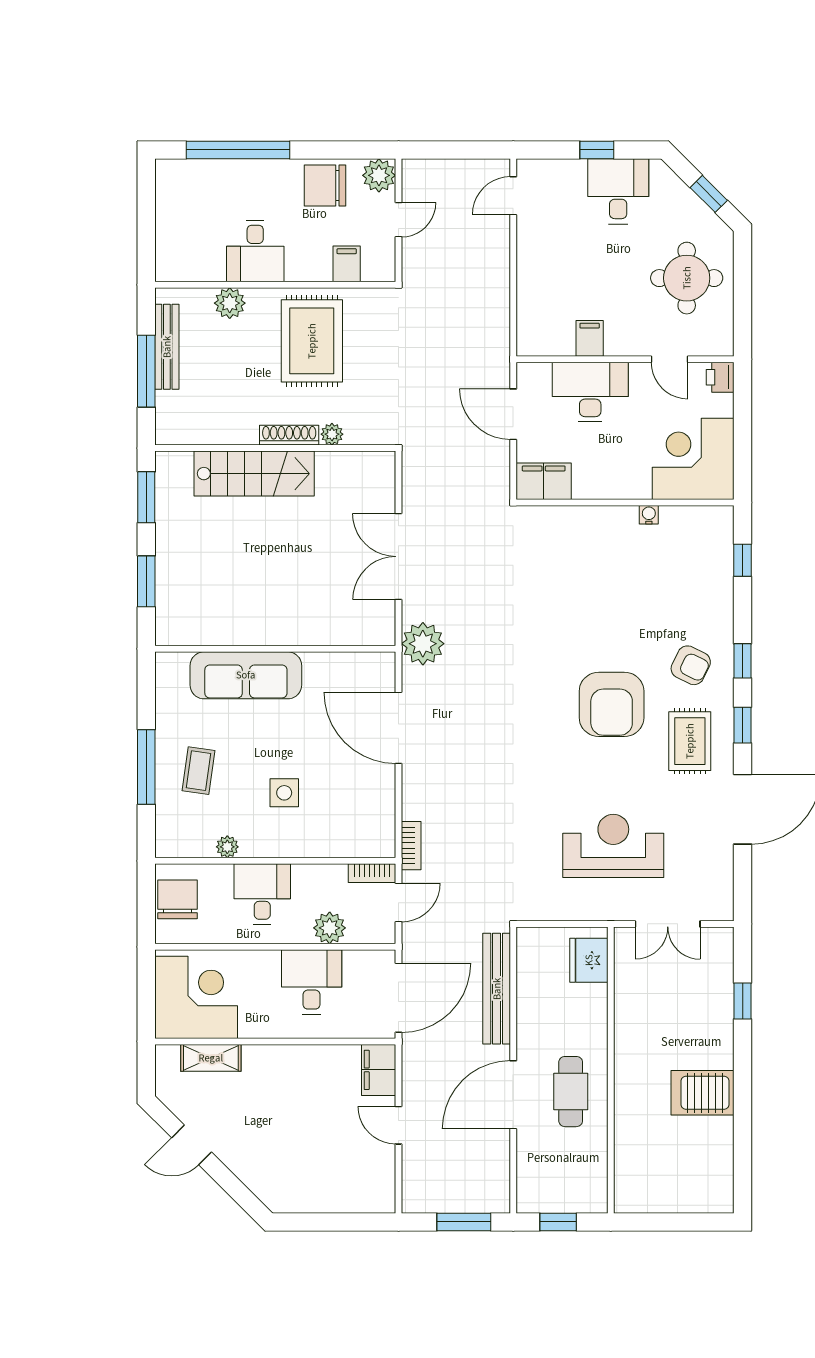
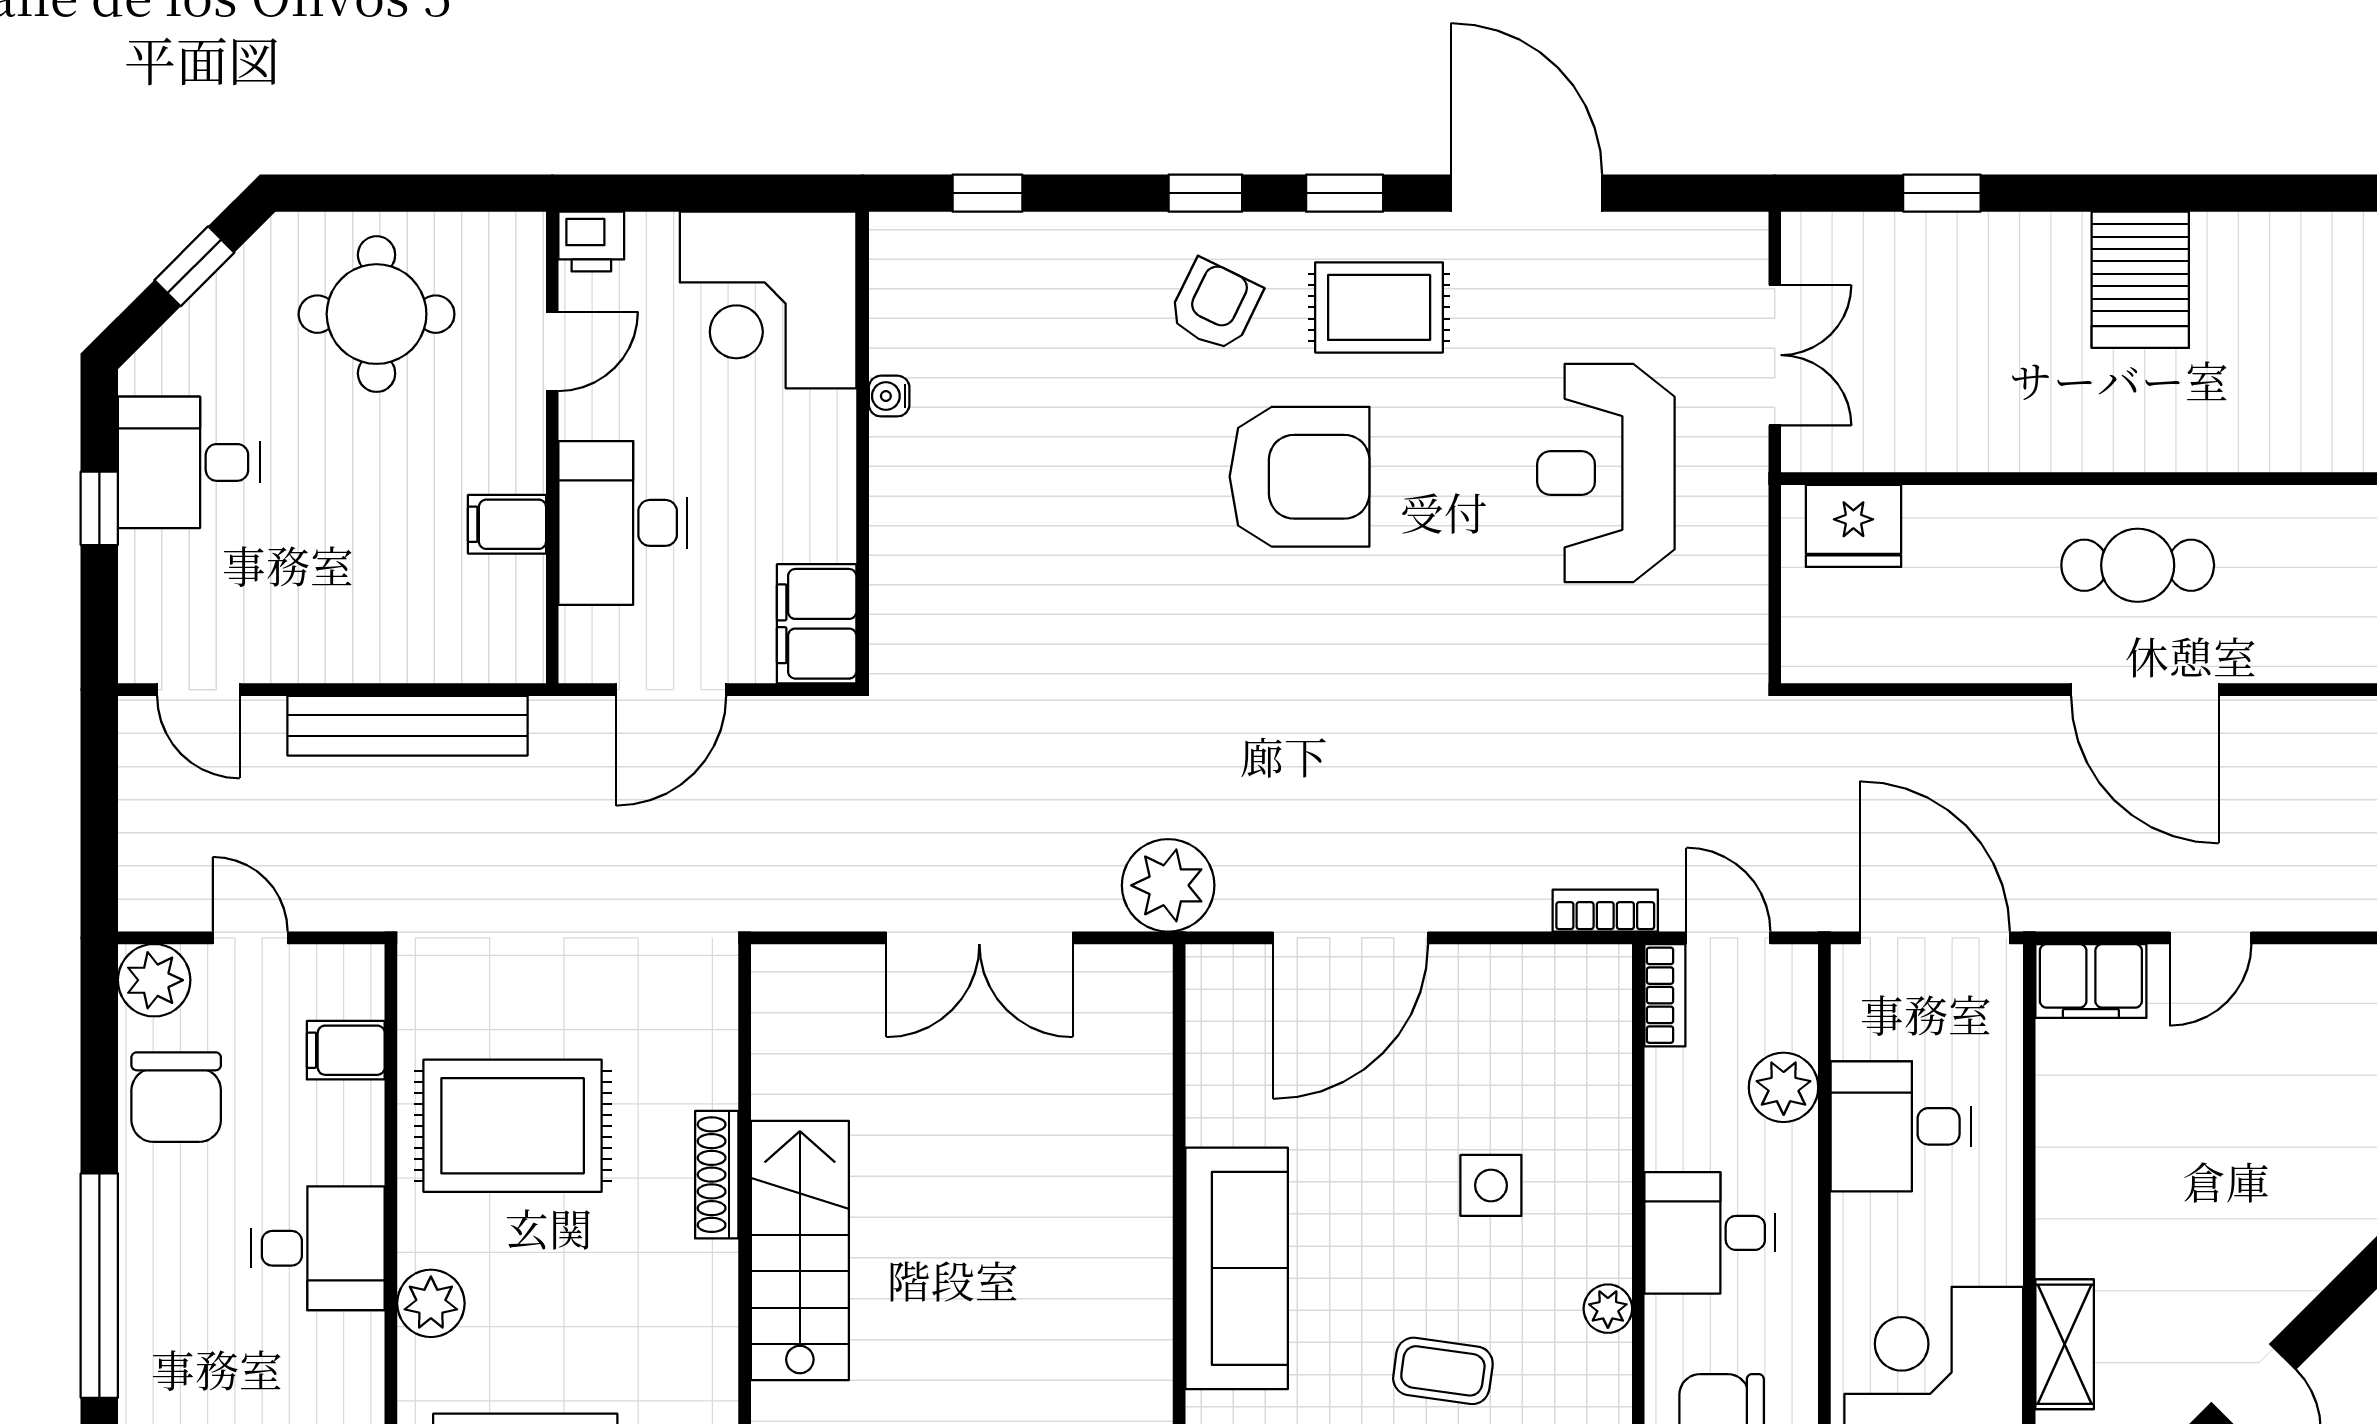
plant: (332, 434) -> (715, 1082), removed
bench: (497, 989) -> (407, 726), moved

